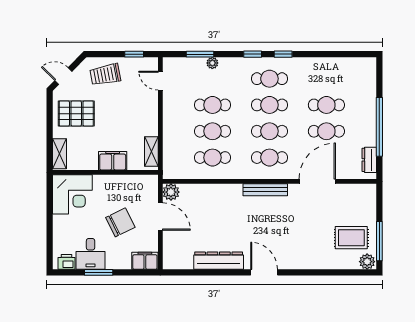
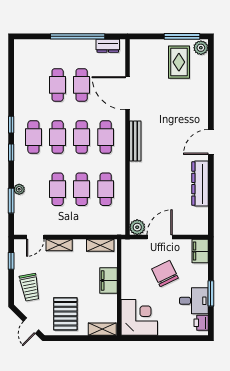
shelving: (152, 107) -> (59, 245), added

